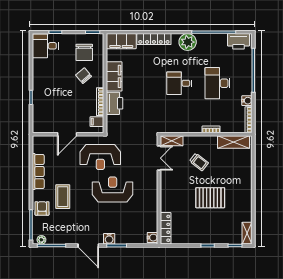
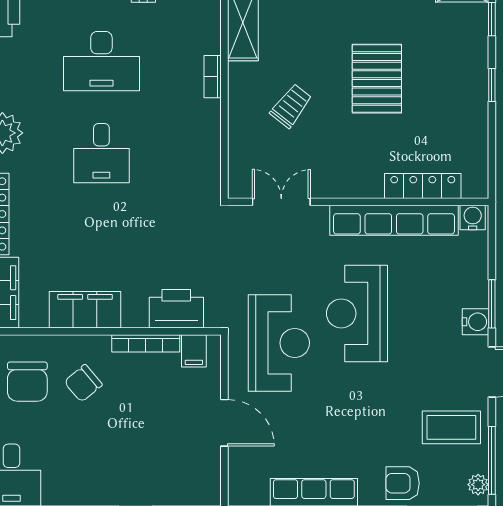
chair: (84, 52) -> (27, 382), turned 90
printer: (115, 103) -> (176, 309), moved
shelving: (172, 141) -> (240, 172), removed
coffee table: (63, 197) -> (451, 427), moved
row of seats: (151, 205) -> (394, 220), added
locker: (166, 228) -> (423, 186), moved

